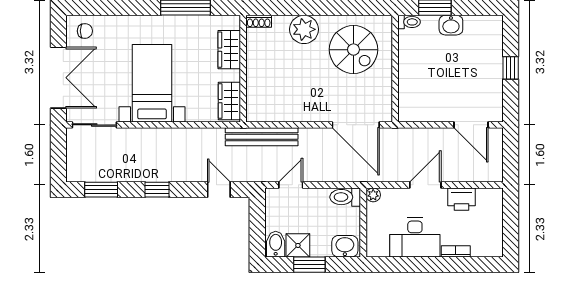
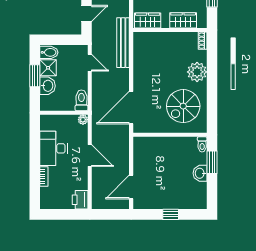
printer: (461, 199) -> (80, 200), moved
washbasin: (345, 246) -> (47, 86), moved

